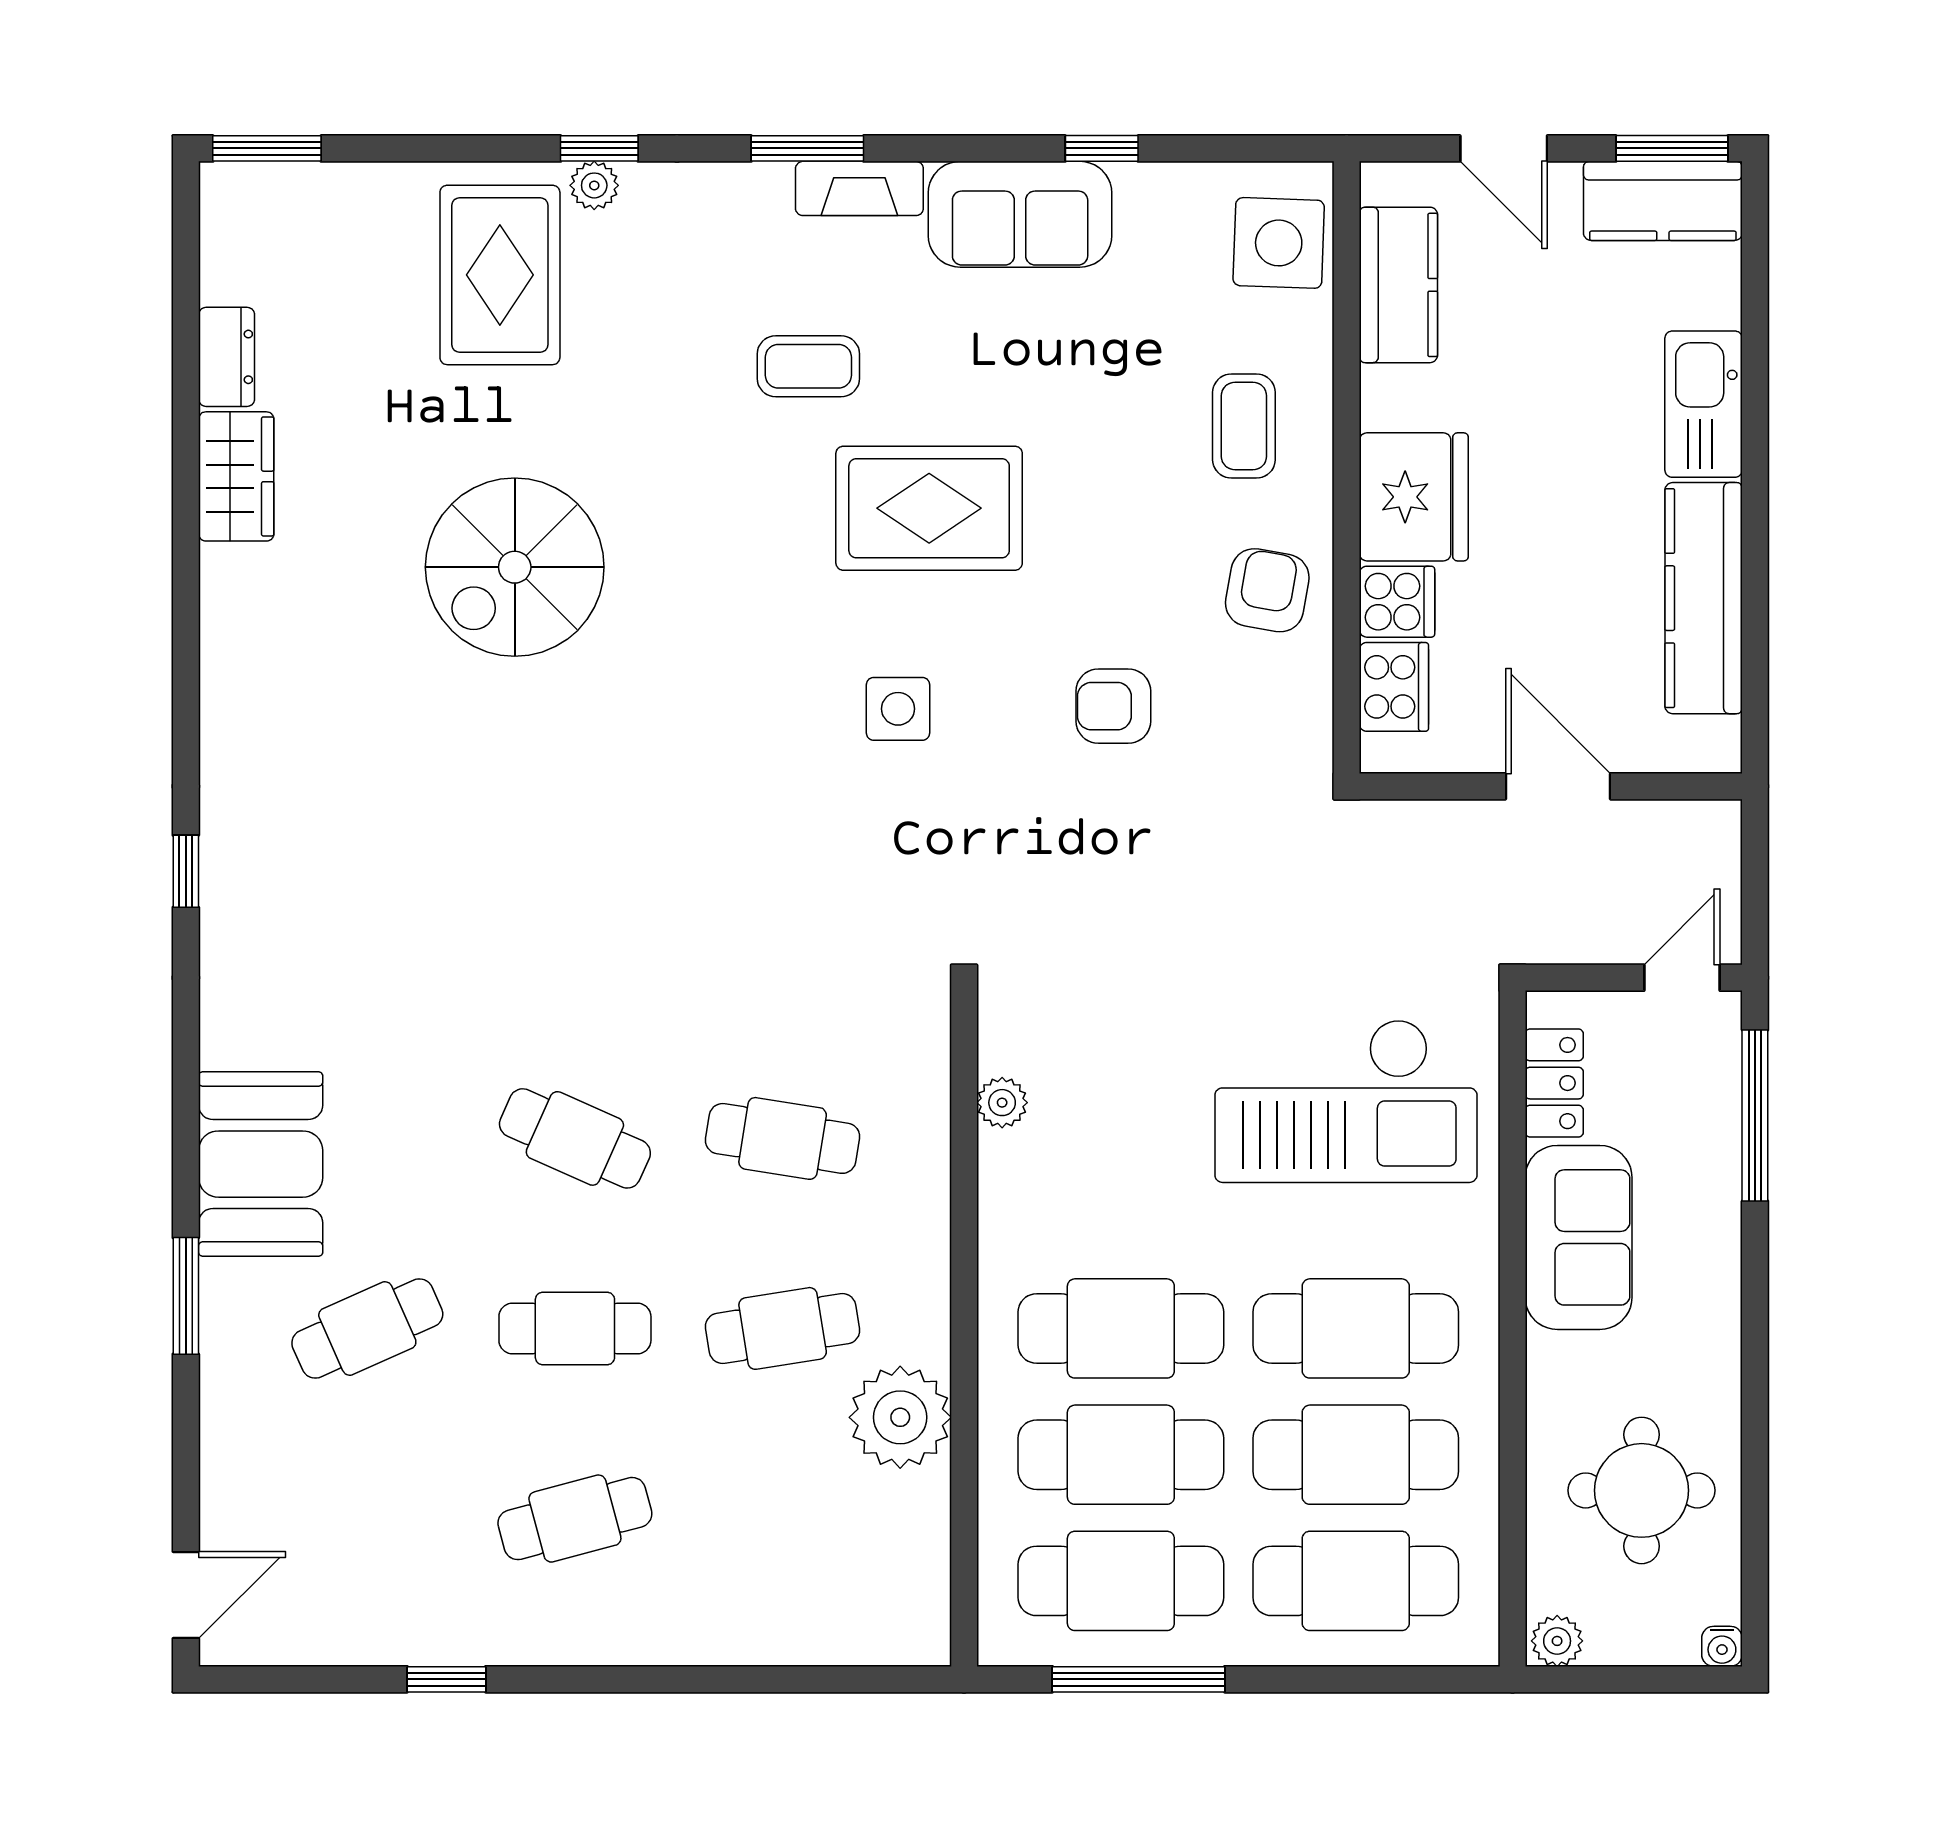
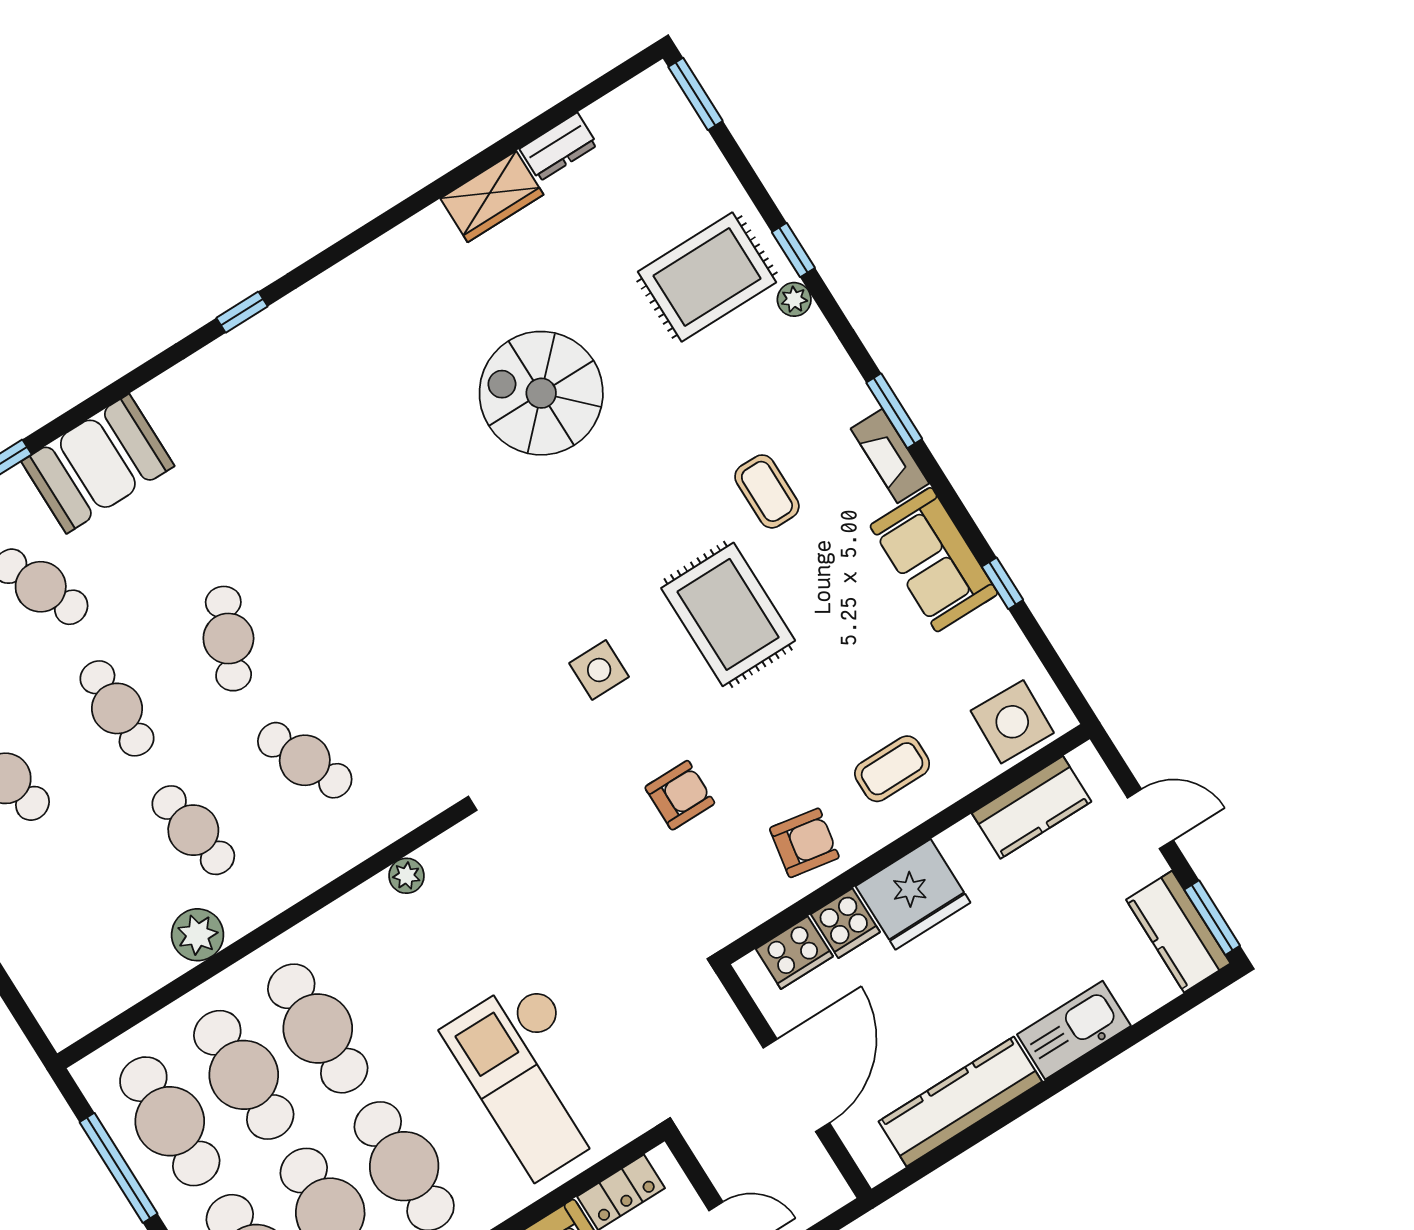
window: (599, 148) -> (793, 250), moved
door: (1504, 148) -> (1150, 819), swing flipped
armchair: (1113, 706) -> (680, 795), turned 90
door: (1558, 786) -> (796, 1085), width x1.36
cafe table: (783, 1138) -> (305, 760), turned -33
plant: (900, 1417) -> (198, 935), width x0.73, depth x0.73

